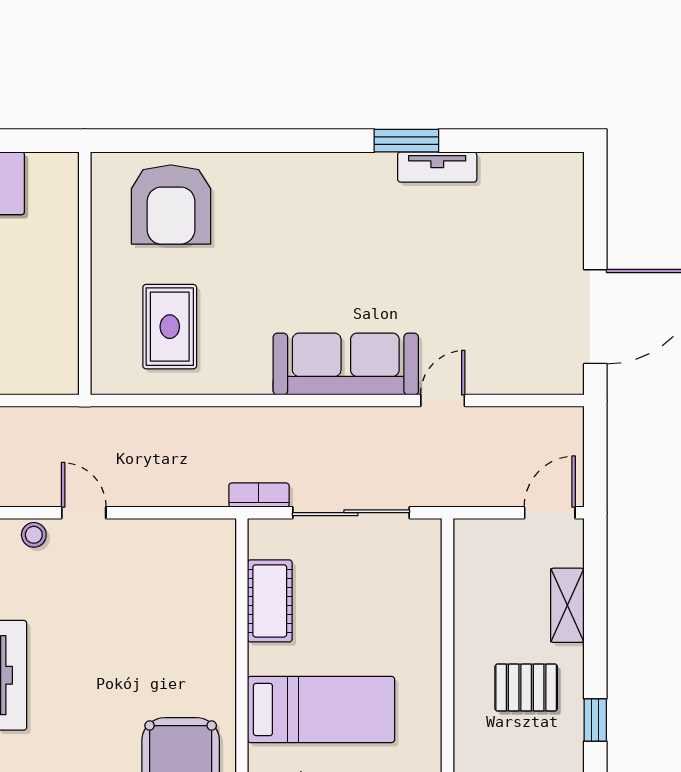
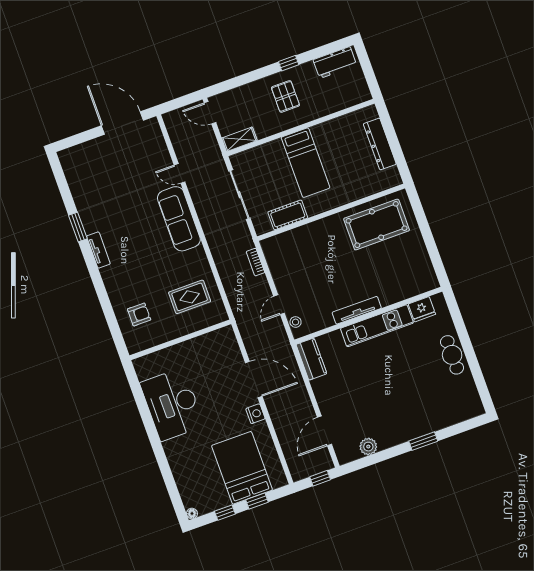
tv unit: (437, 167) -> (98, 250), moved
armchair: (171, 204) -> (139, 314), width x0.53, depth x0.53
bookcase: (259, 495) -> (255, 262), moved
shelving: (567, 605) -> (239, 139), moved
bed: (321, 710) -> (306, 163), moved, turned 180

